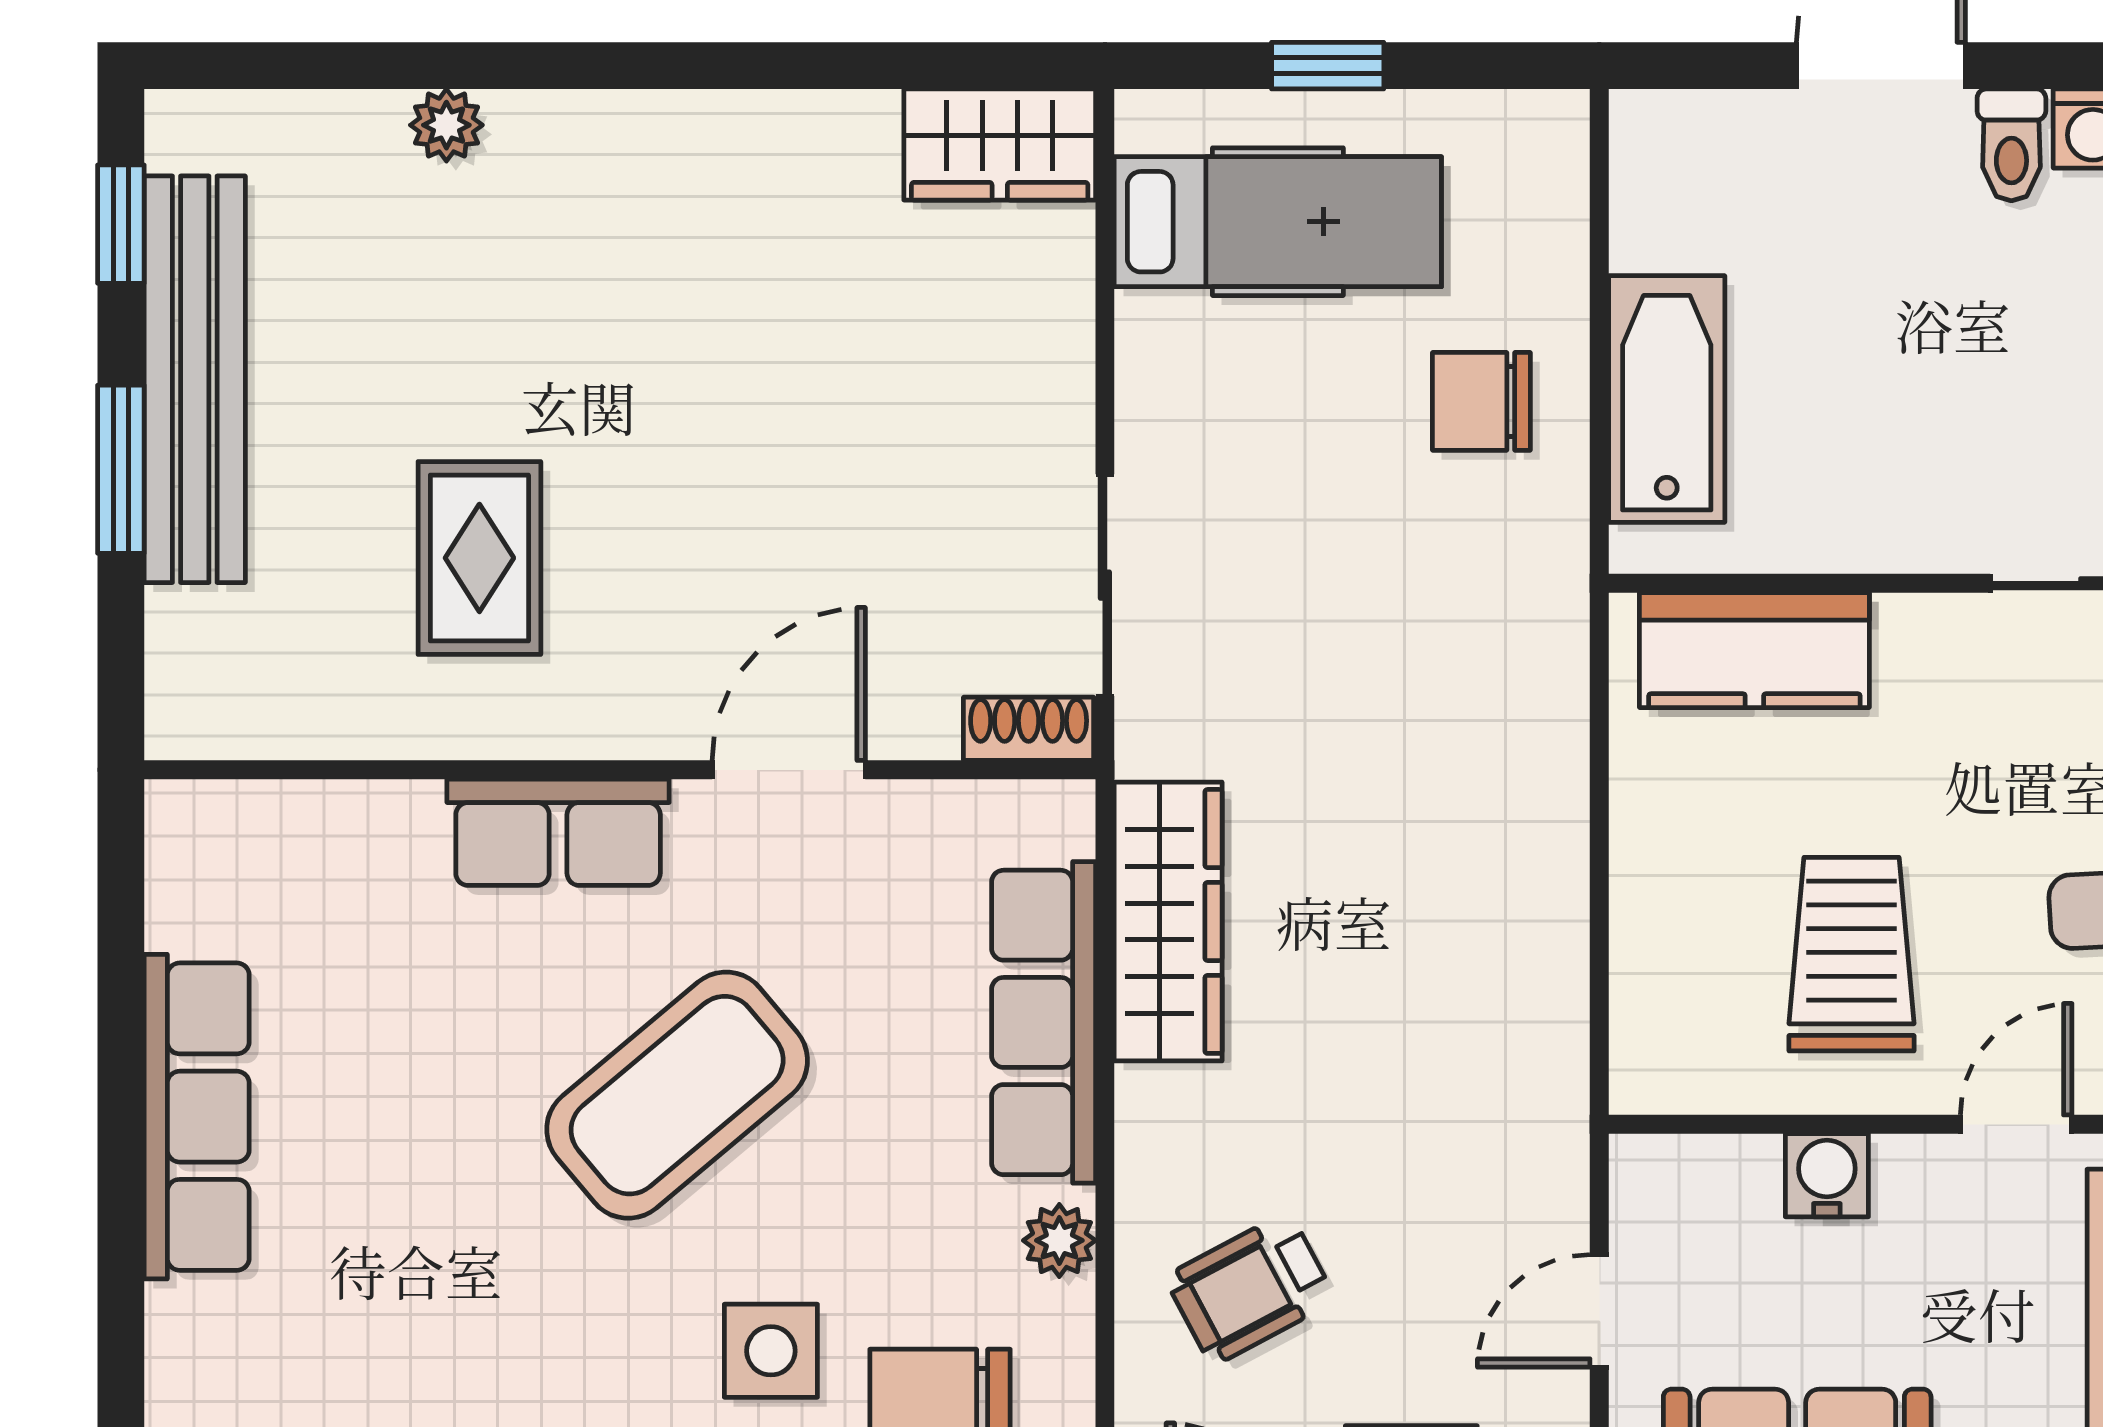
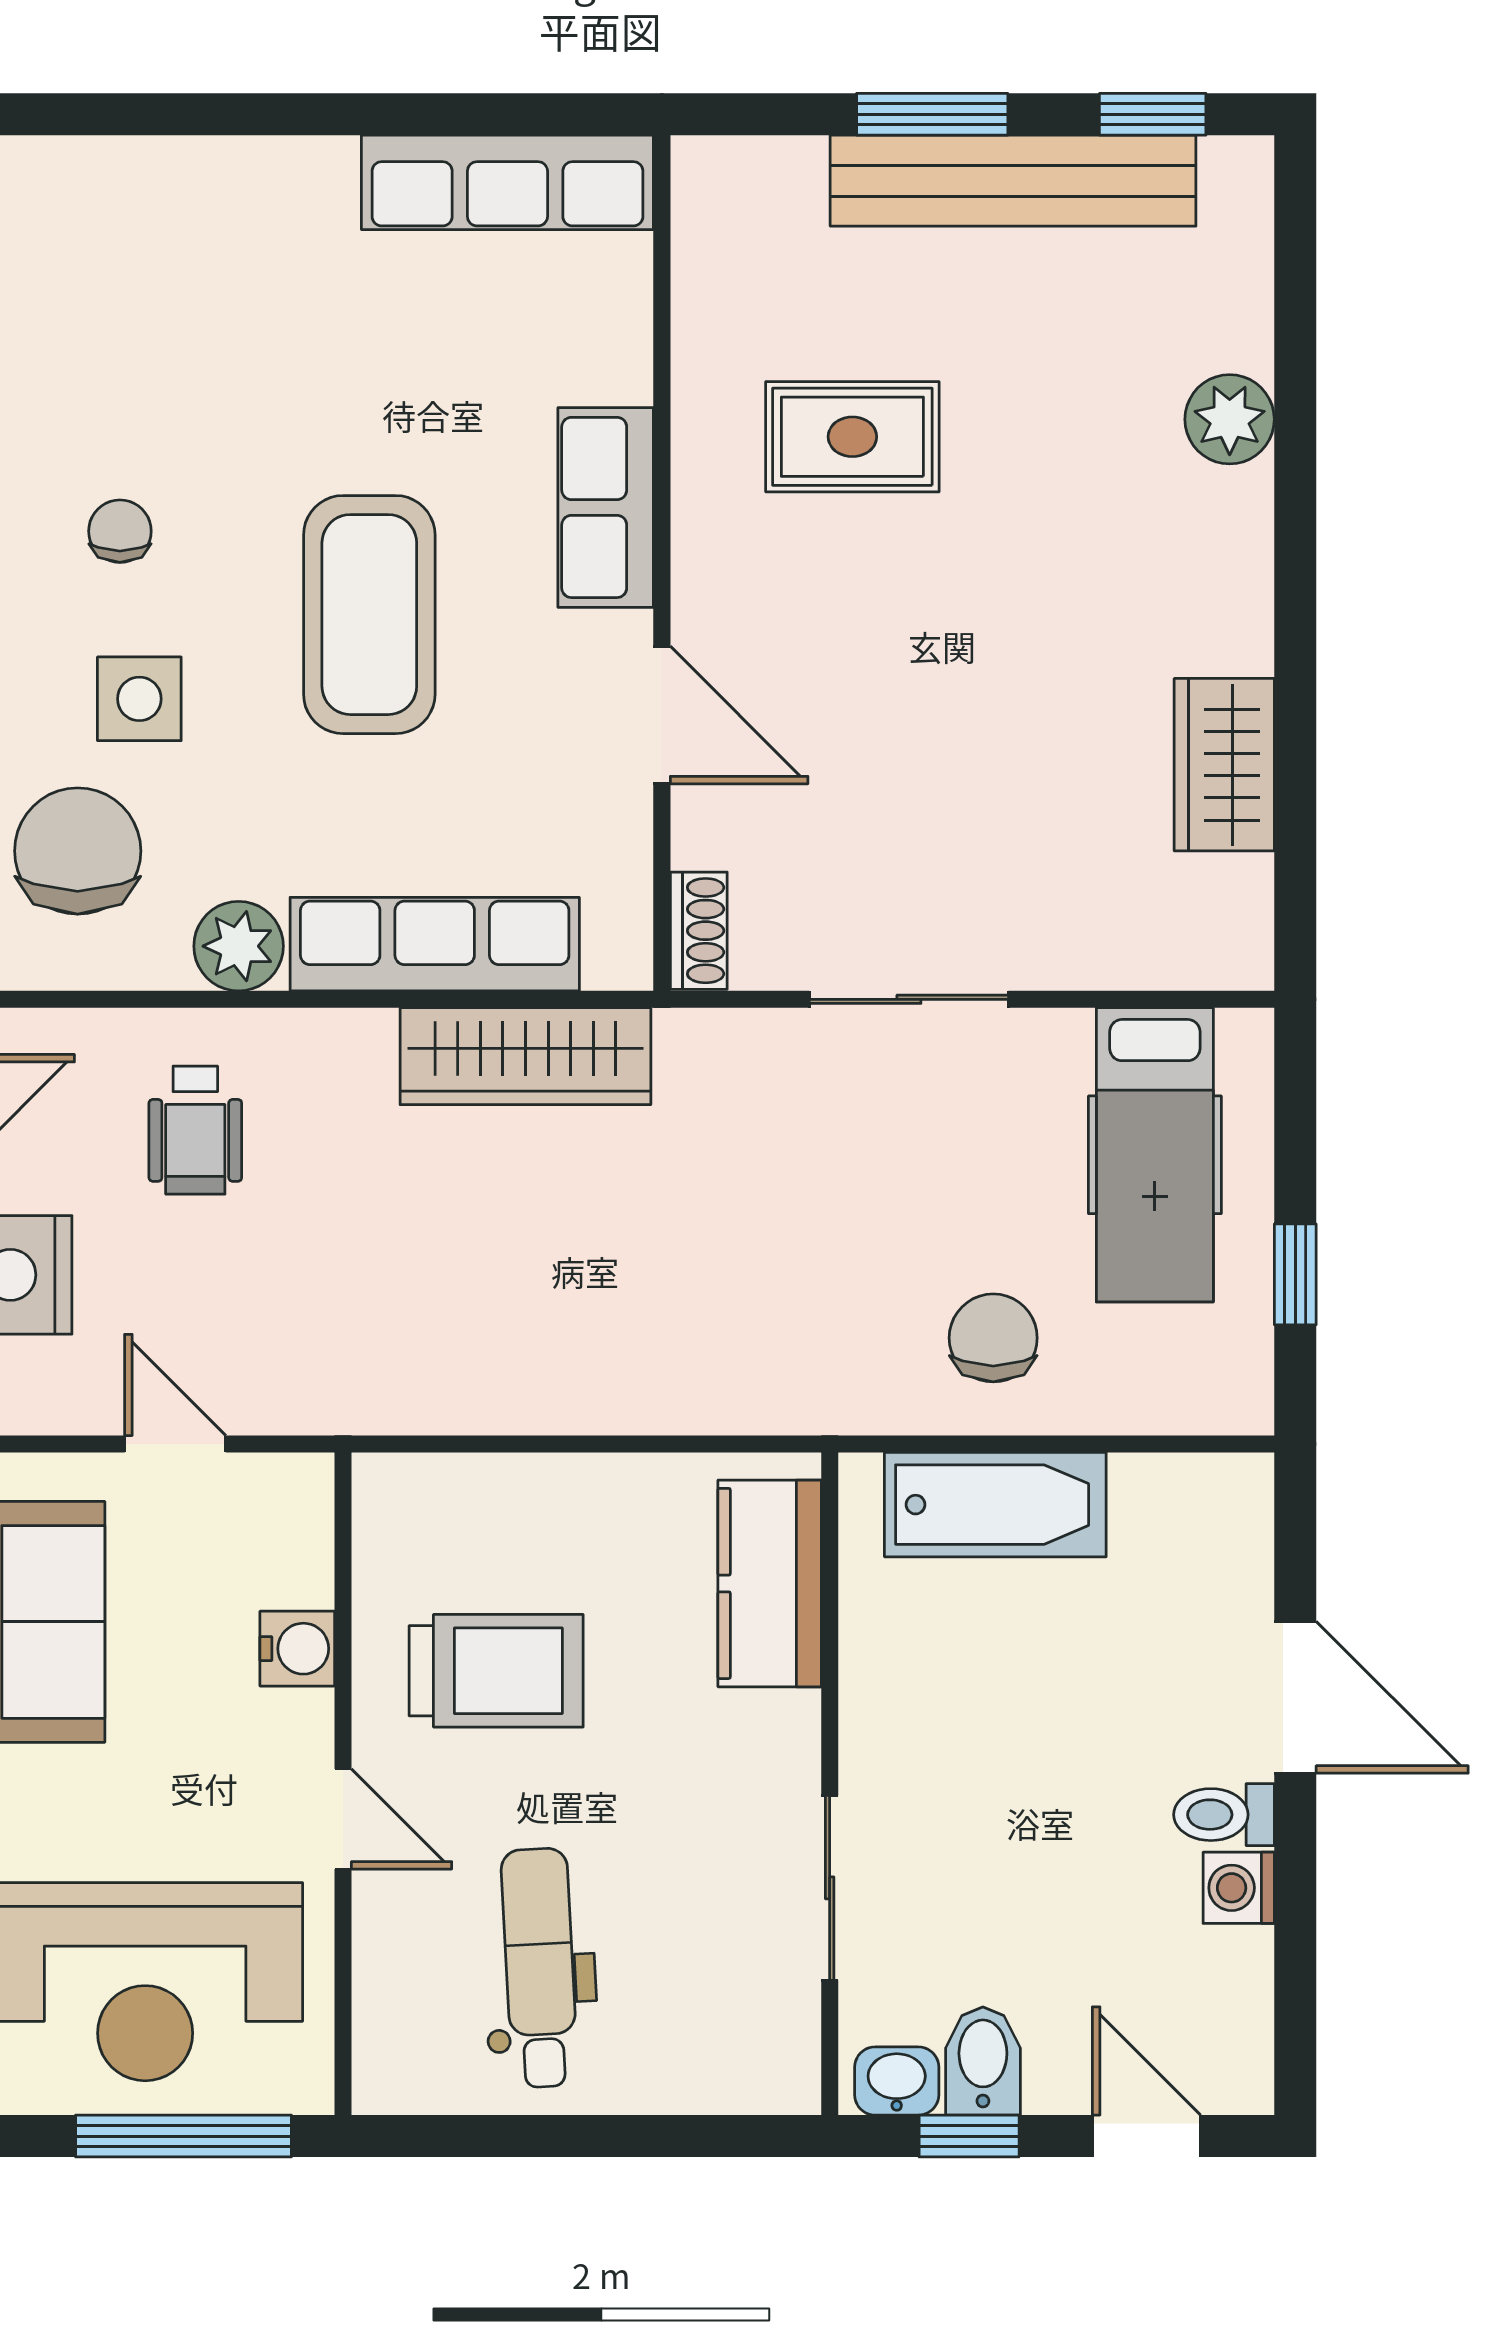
window: (1328, 66) -> (1295, 1274), moved
plant: (446, 125) -> (1230, 419), width x1.38, depth x1.38
wardrobe: (1000, 145) -> (1224, 765), moved
sliding door: (1105, 585) -> (909, 999), moved
coffee table: (677, 1095) -> (369, 615), turned 40
row of seats: (197, 1117) -> (507, 182), moved
plant: (1059, 1240) -> (239, 946), width x1.38, depth x1.38
wheelchair: (1250, 1289) -> (195, 1130), turned -152
chair: (584, 1372) -> (120, 531), added

